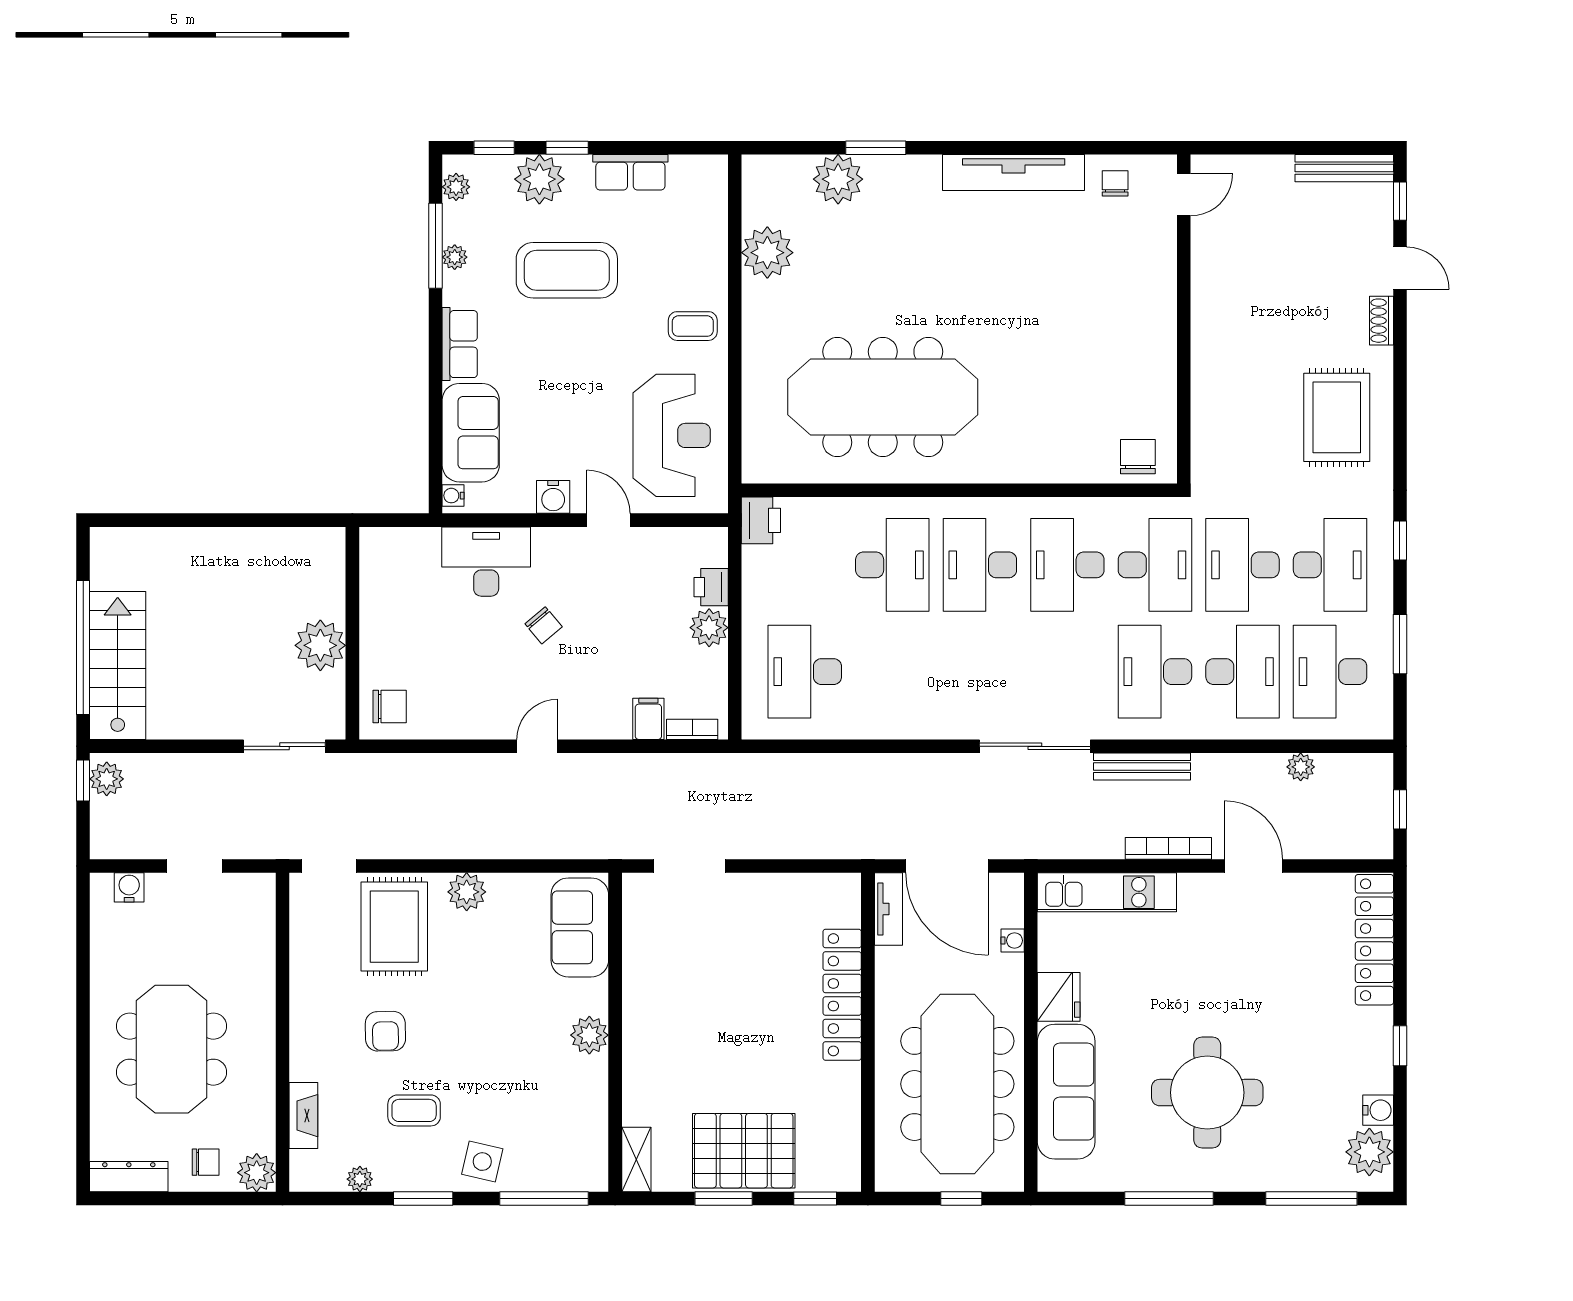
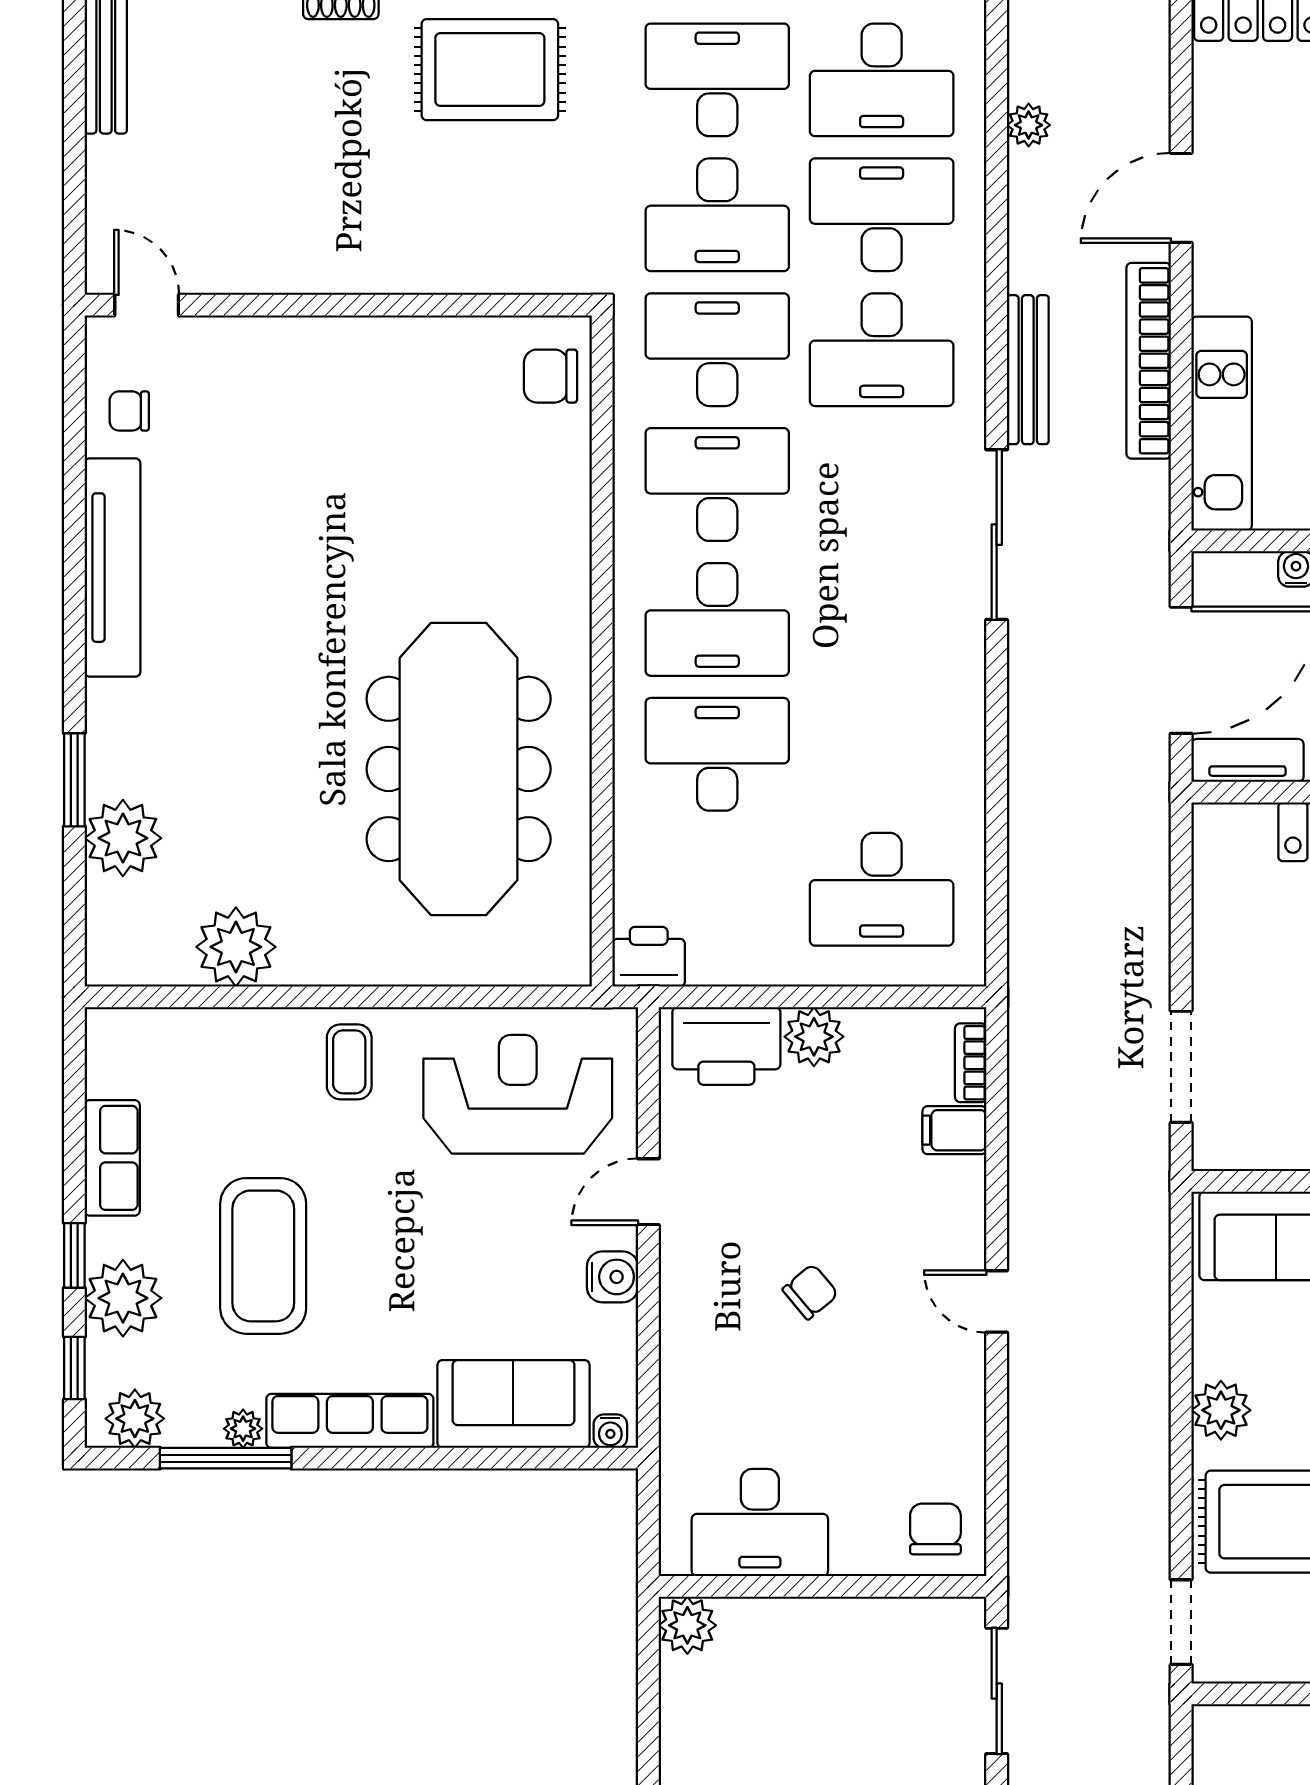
plant: (456, 187) -> (135, 1419), width x1.38, depth x1.38
row of seats: (460, 344) -> (350, 1421), width x1.48
desk: (486, 562) -> (760, 1522), moved, turned -90
desk: (1067, 565) -> (717, 485), turned 180
printer: (711, 587) -> (726, 1046), width x1.87, depth x1.48
plant: (320, 645) -> (687, 1625), moved, width x0.73, depth x0.73
bookcase: (1168, 848) -> (1149, 361), width x1.48, depth x1.31

